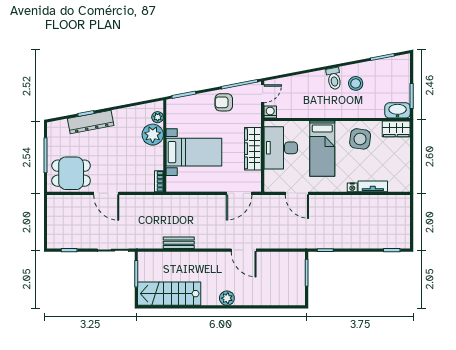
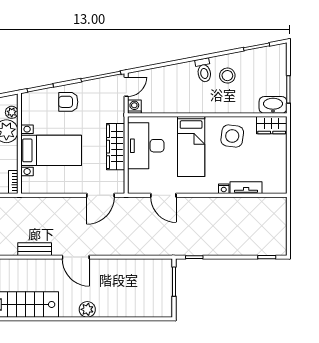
armchair: (224, 102) -> (68, 102), moved
door: (244, 250) -> (76, 257), moved

